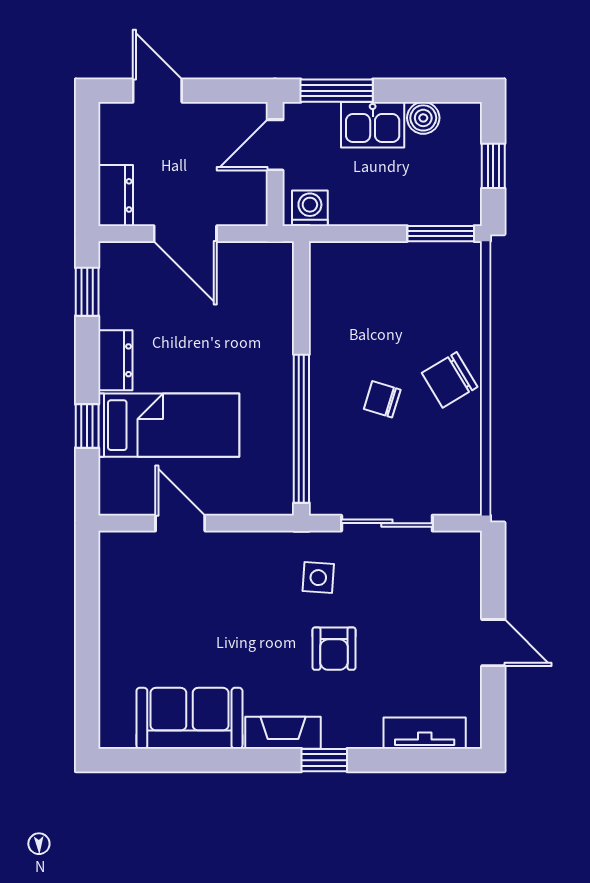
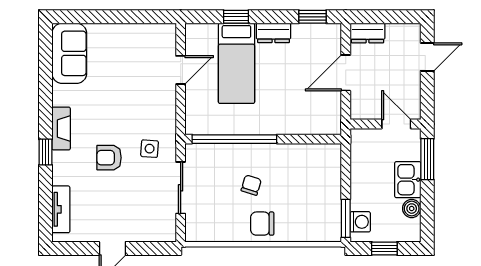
washing machine: (310, 208) -> (360, 222), moved
chair: (450, 380) -> (262, 224), turned -59
sofa: (189, 718) -> (69, 53), moved

